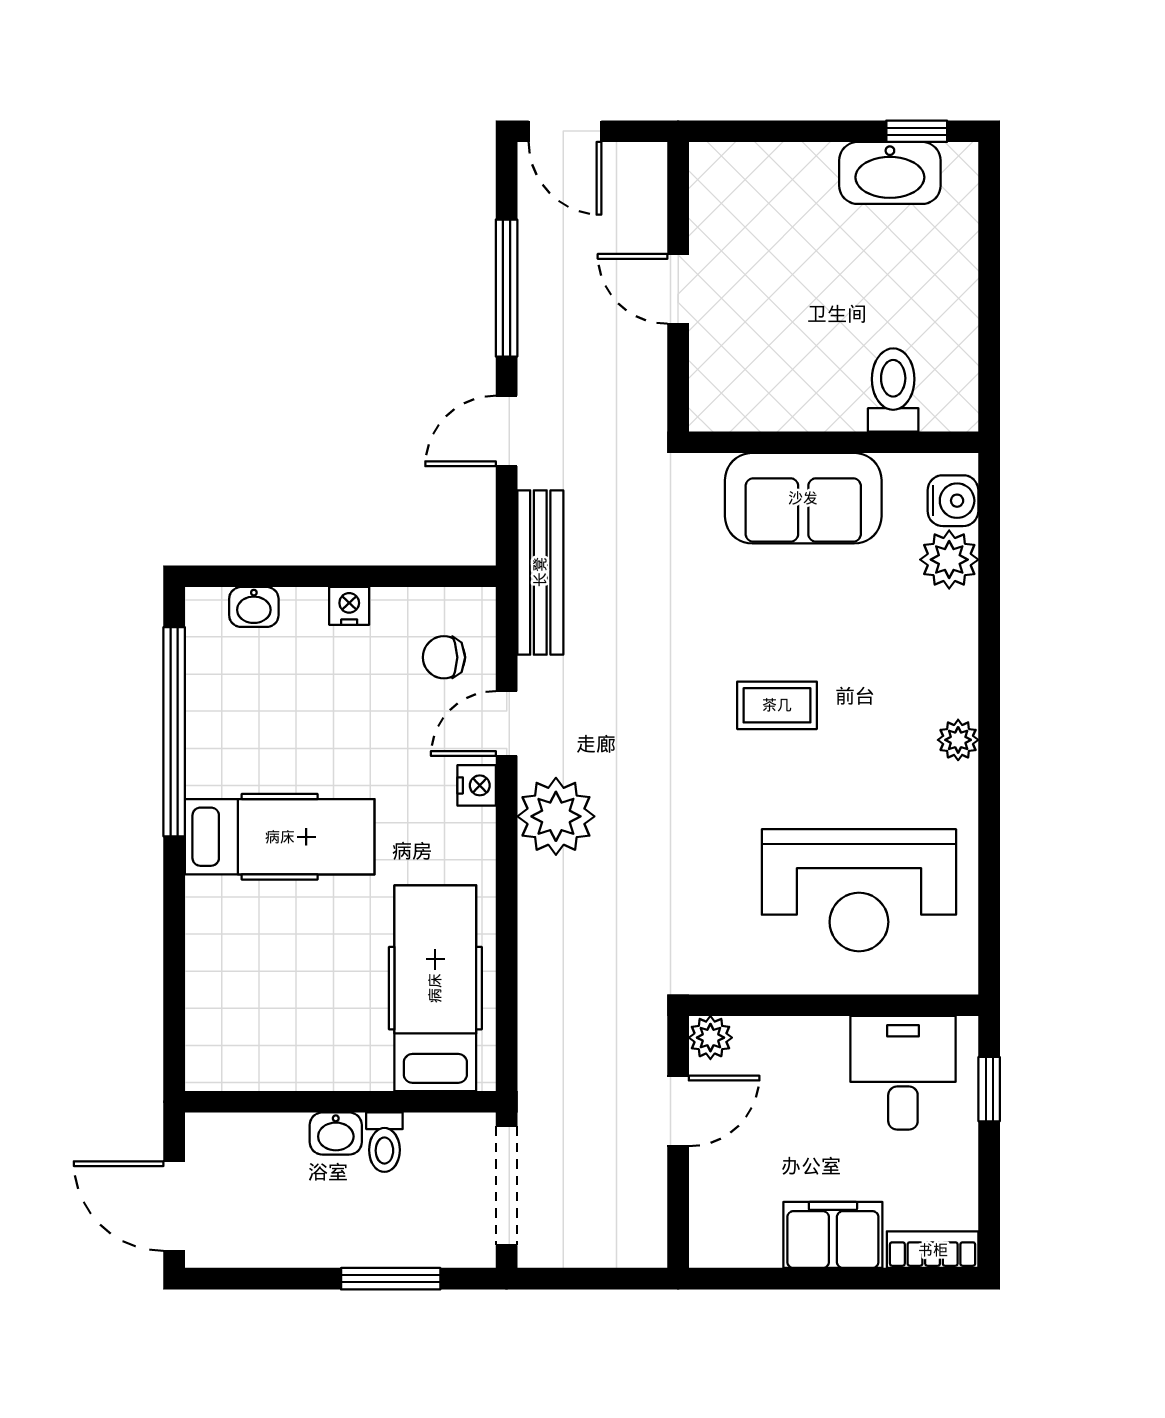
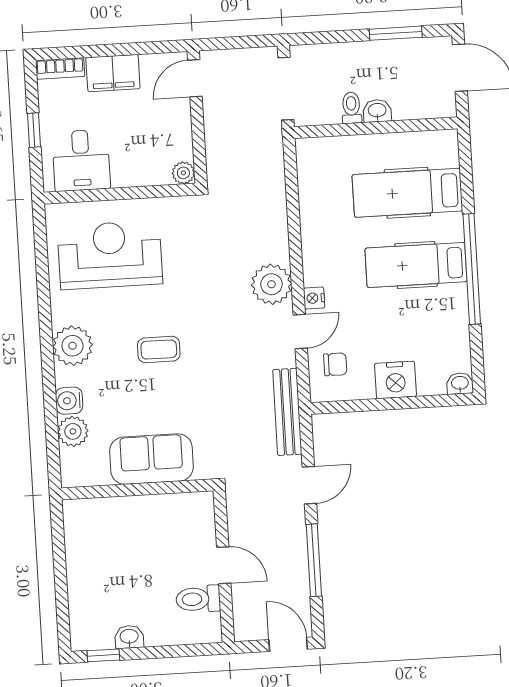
washbasin: (890, 173) -> (129, 637), width x0.52, depth x0.69
toilet: (893, 390) -> (198, 599), moved, turned 90
water cooler: (953, 501) -> (69, 401), moved
nightstand: (349, 606) -> (395, 380), width x1.89, depth x1.79
washbasin: (254, 607) -> (460, 383), moved
window: (174, 732) -> (472, 269), moved
plant: (958, 740) -> (73, 346), width x1.88, depth x1.88
hospital bed: (435, 988) -> (407, 193), moved, turned 90
window: (989, 1089) -> (34, 130), moved
door: (678, 1111) -> (195, 78), moved
window: (391, 1279) -> (396, 33), moved

